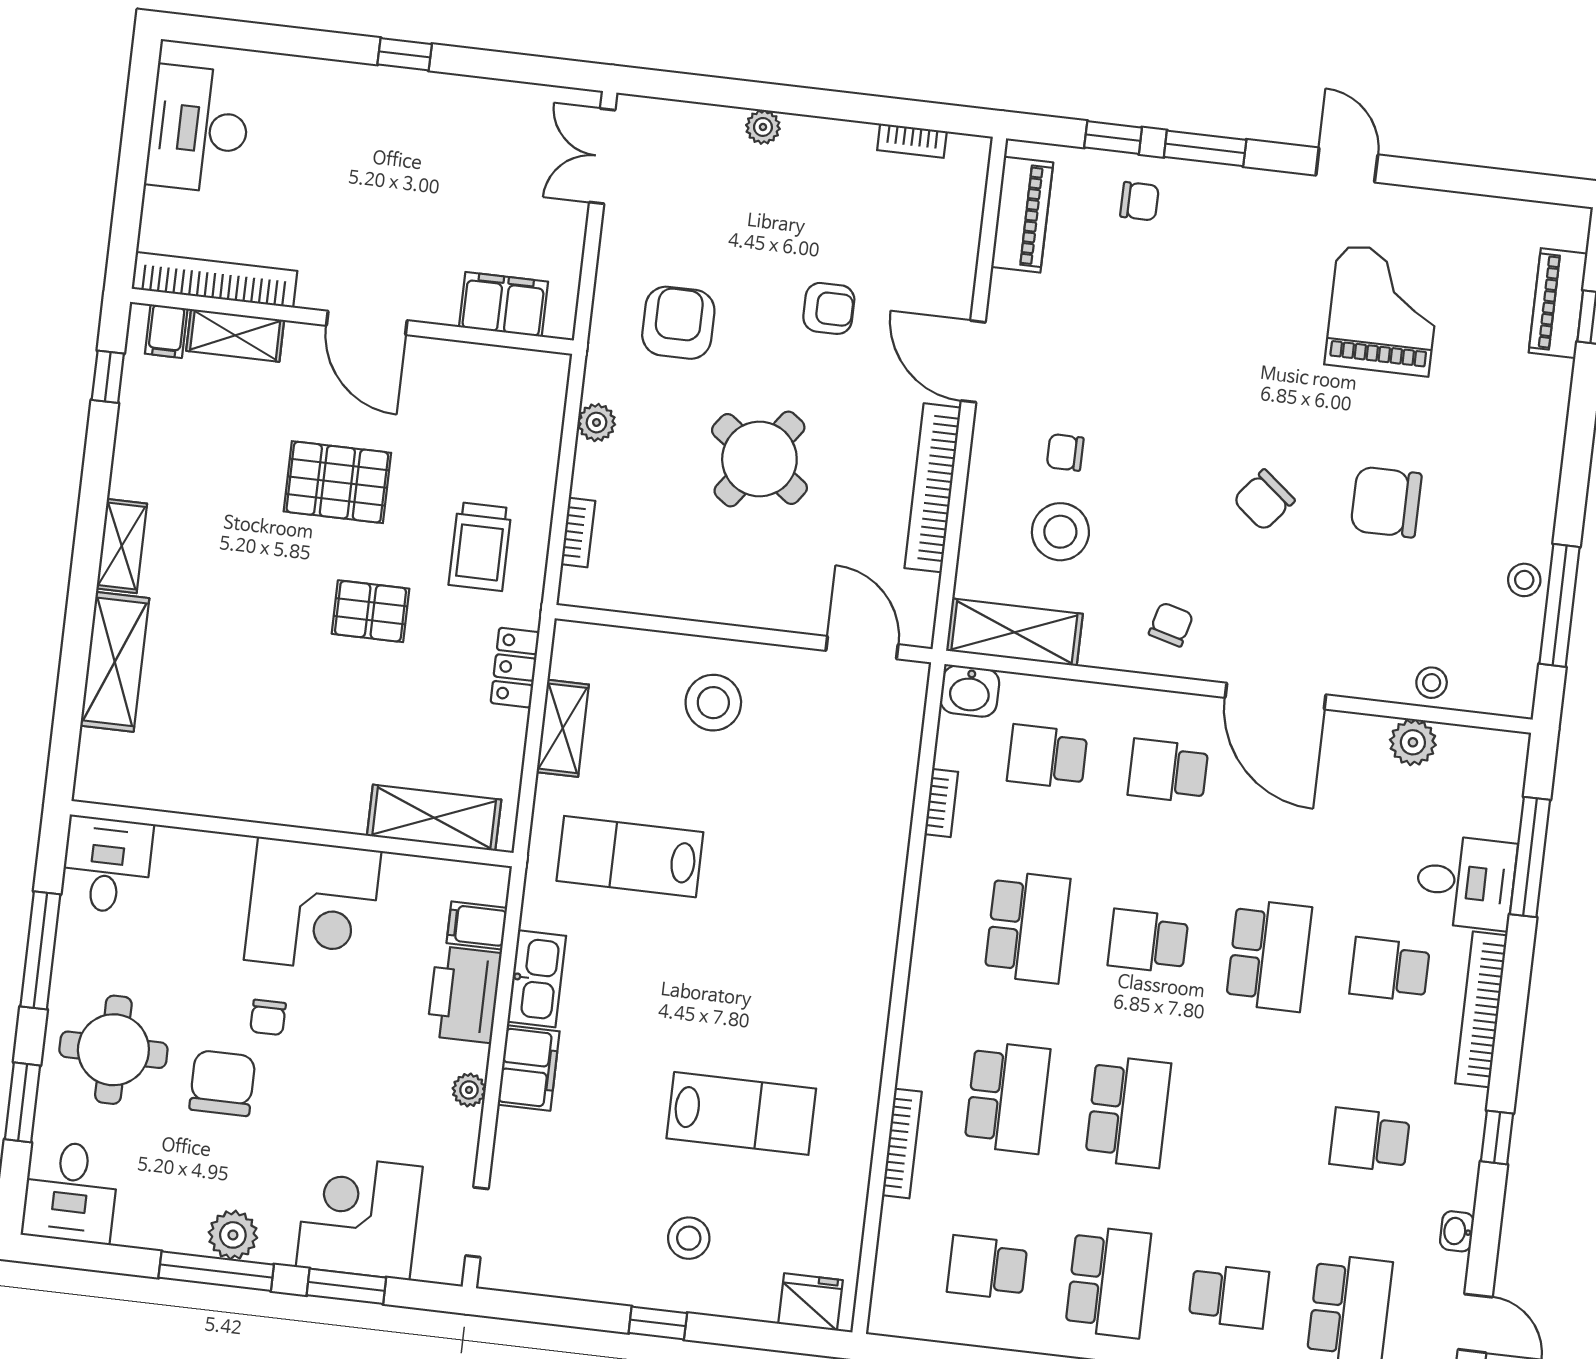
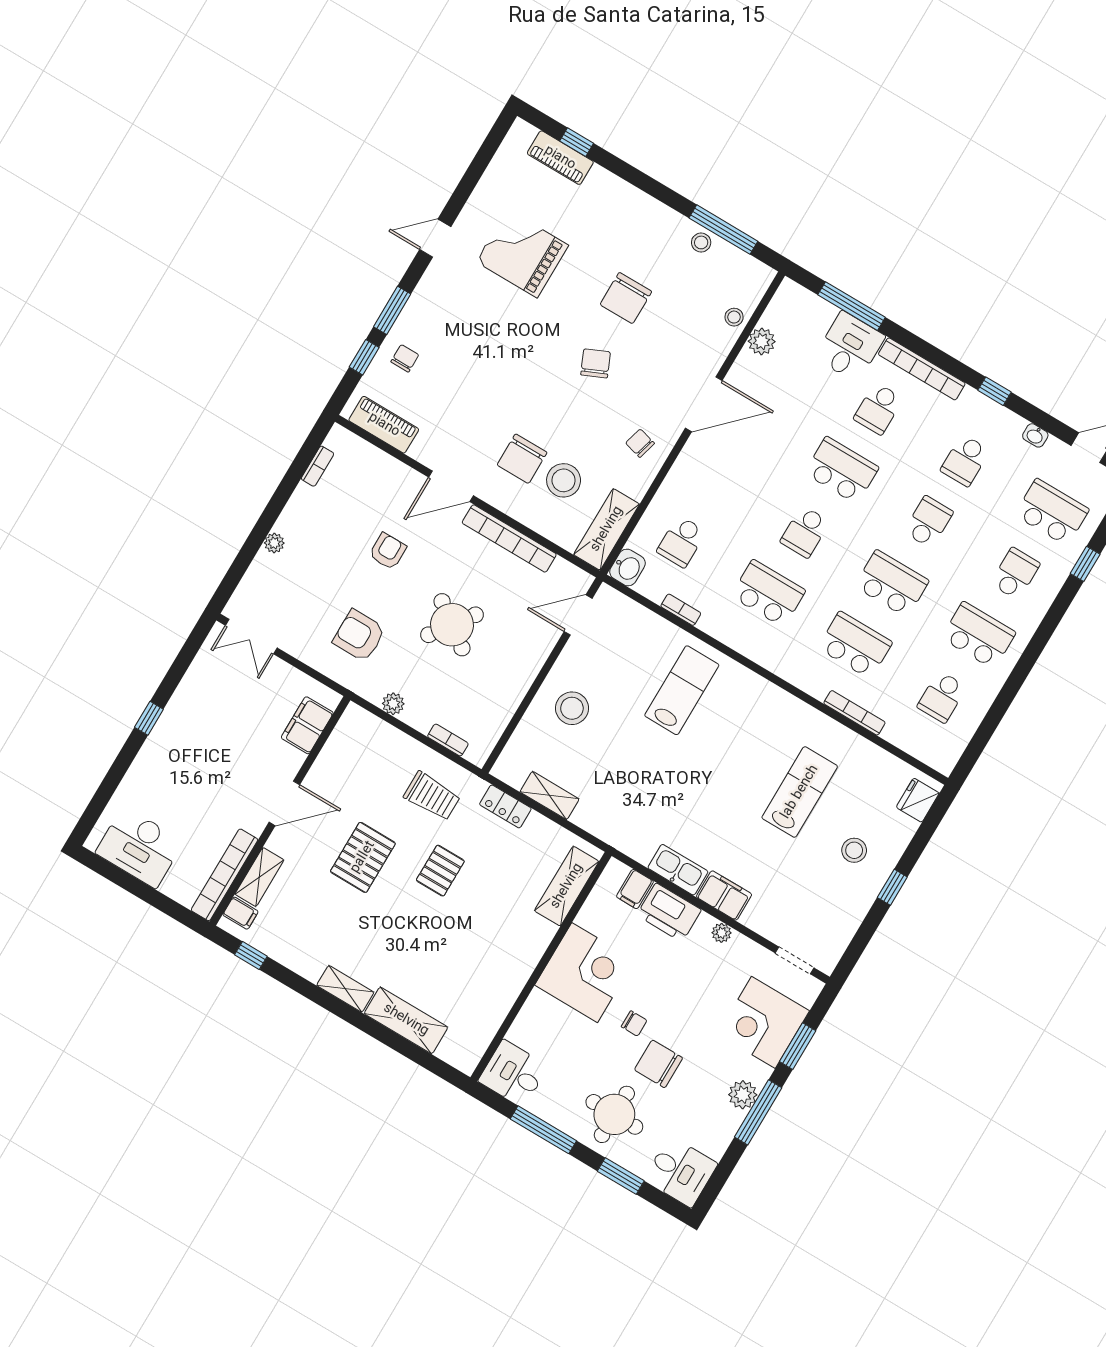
chair: (1065, 452) -> (522, 459), width x1.87, depth x1.87
chair: (1264, 500) -> (596, 363), turned -153
school desk: (1168, 771) -> (928, 522), moved, turned 180
lab bench: (630, 857) -> (682, 690), moved, turned 180

